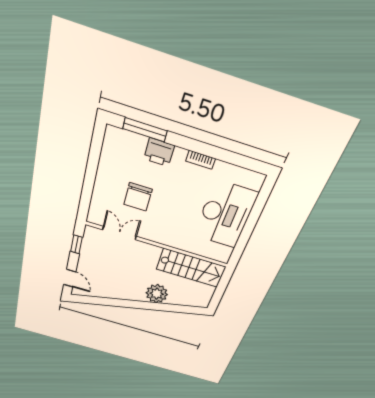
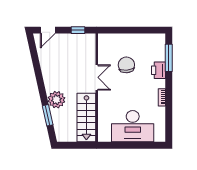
chair: (138, 197) -> (126, 65), turned 85
double door: (119, 233) -> (97, 77), moved
window: (172, 308) -> (48, 115), added

